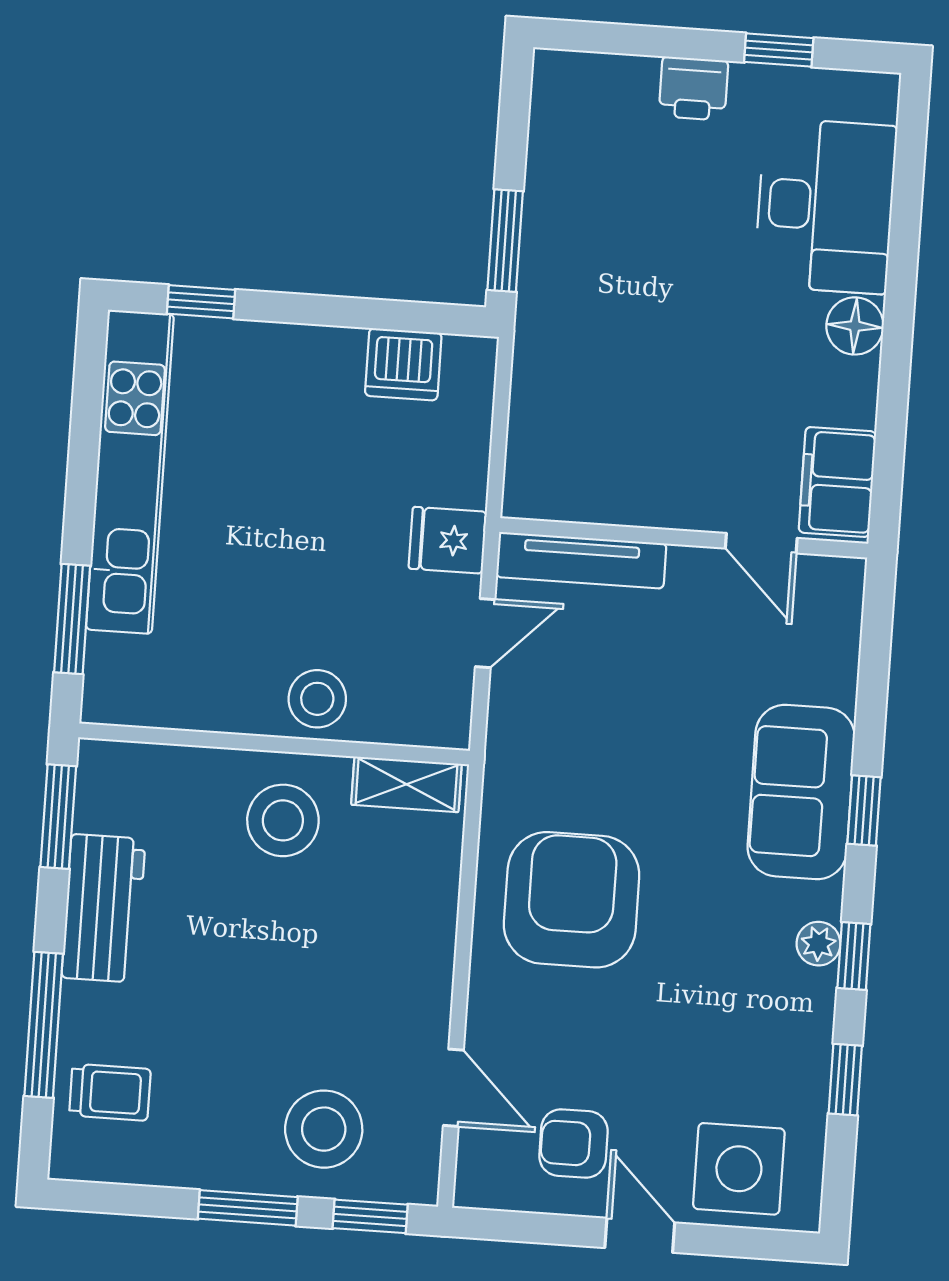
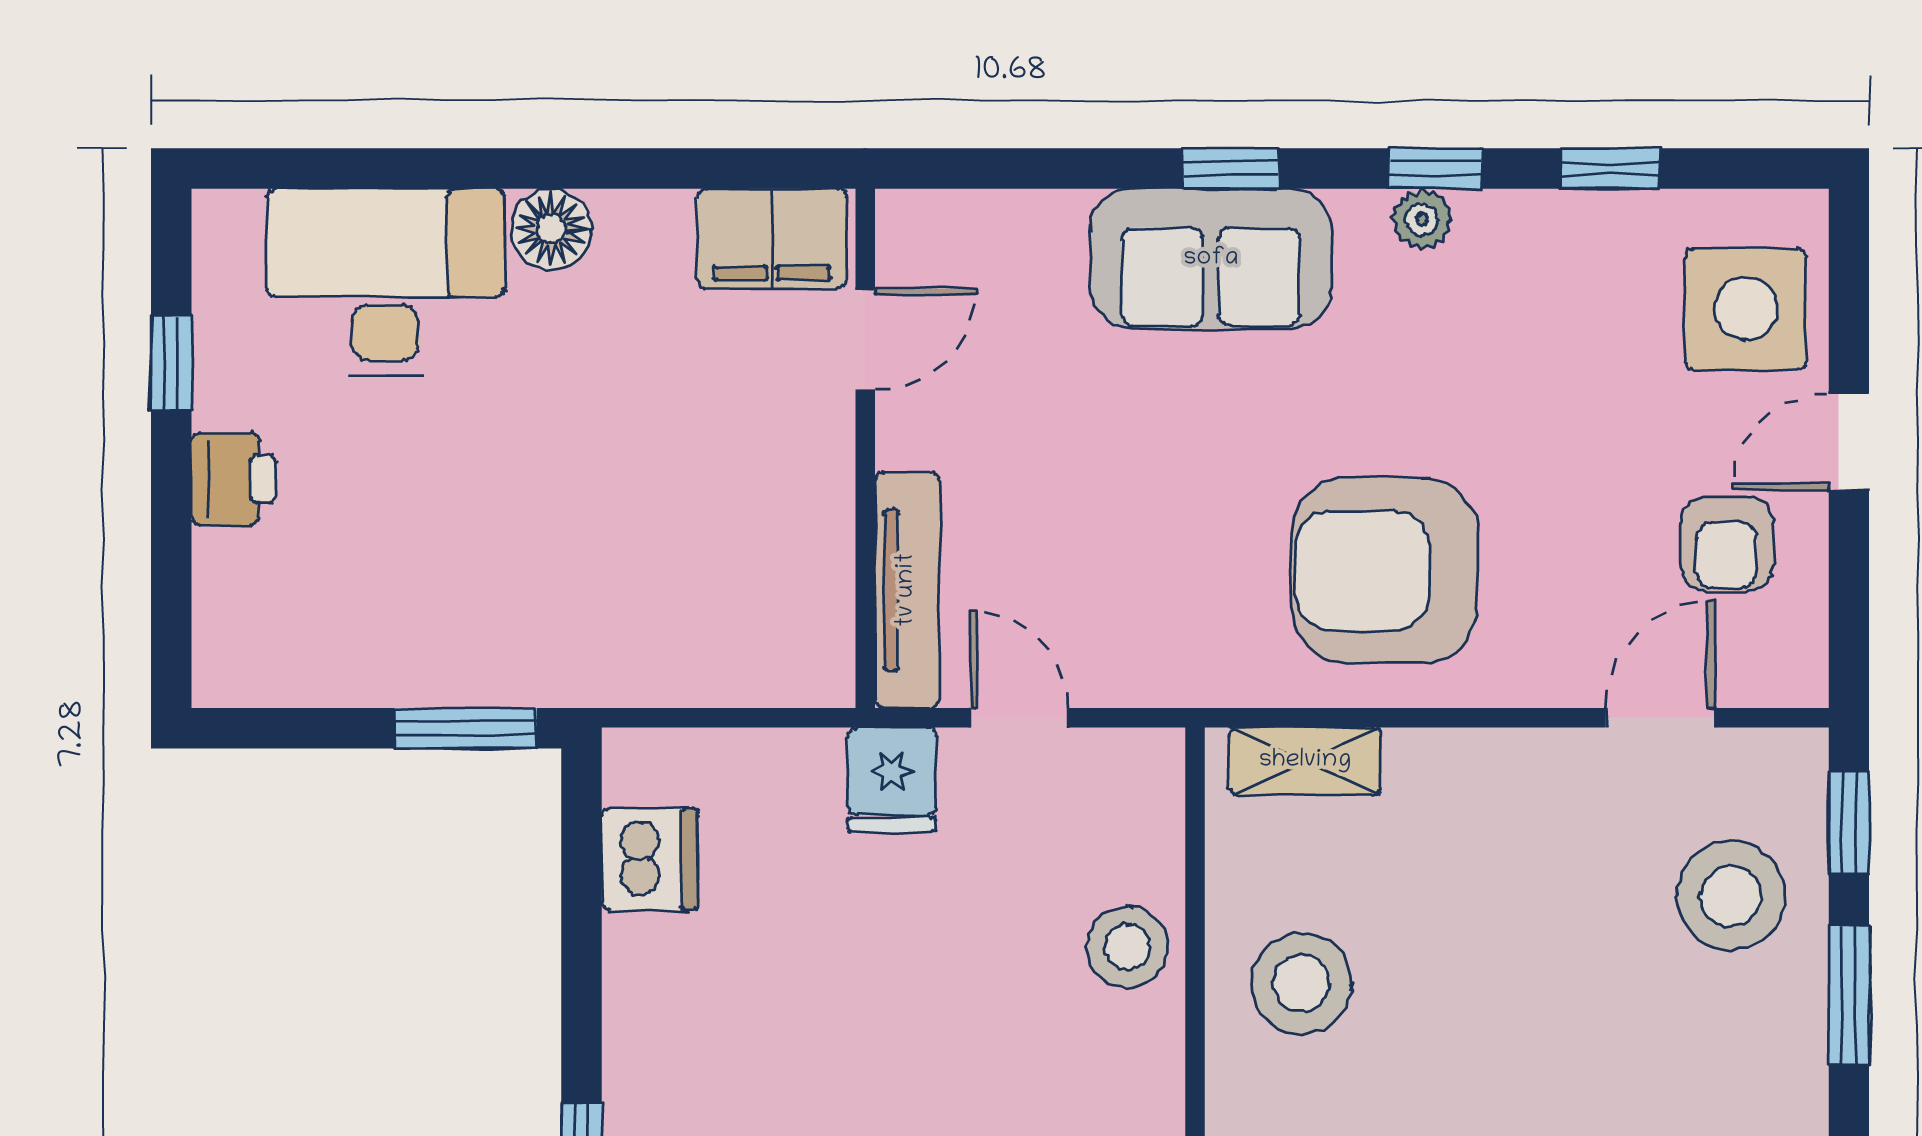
shelving: (406, 784) -> (1305, 761), moved, turned 90

